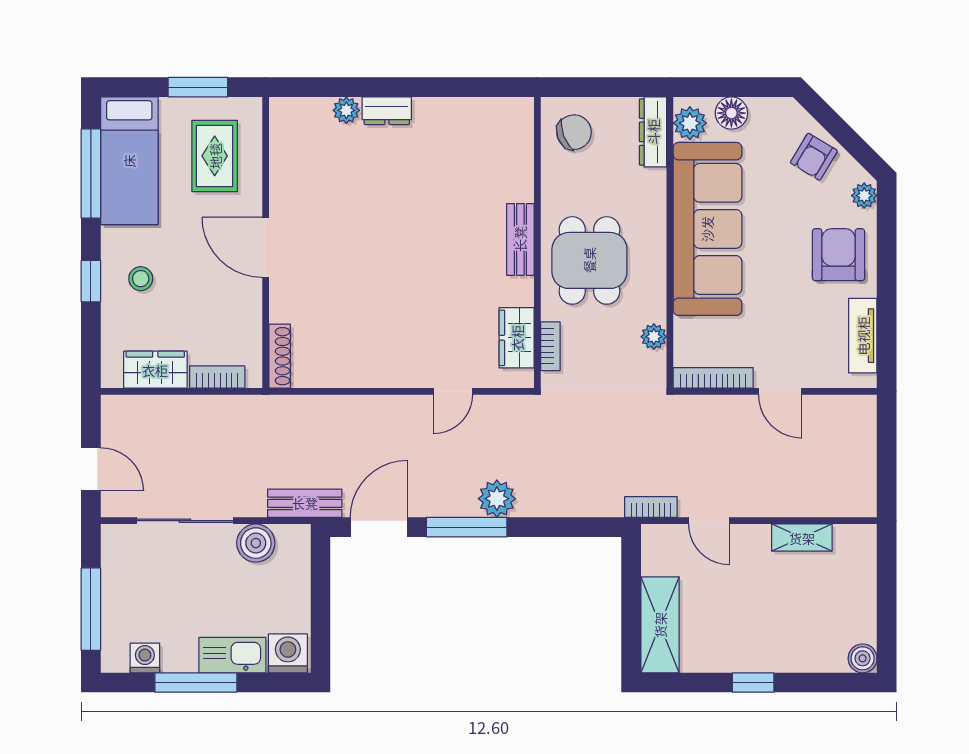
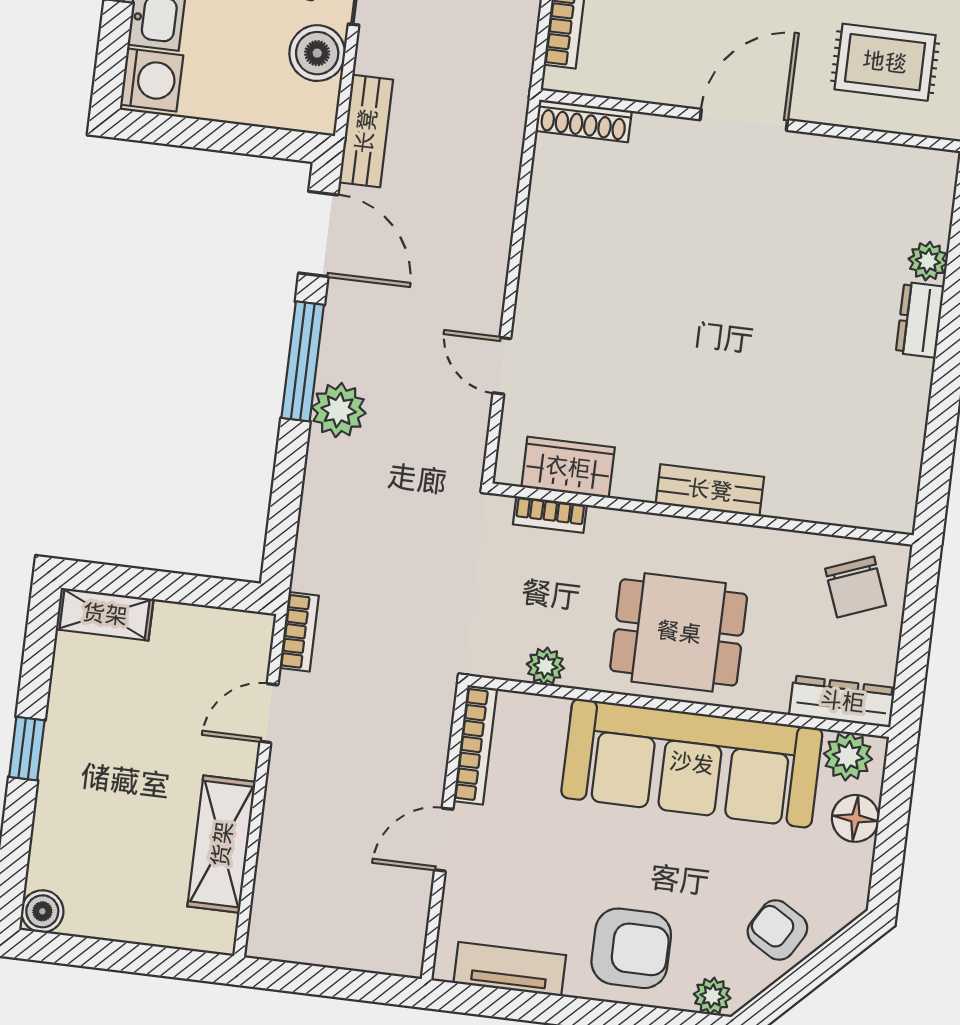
dining table: (589, 260) -> (679, 632), moved
shelving: (802, 538) -> (222, 844), width x1.50, depth x1.33
shelving: (660, 625) -> (105, 614), width x0.67, depth x0.75

